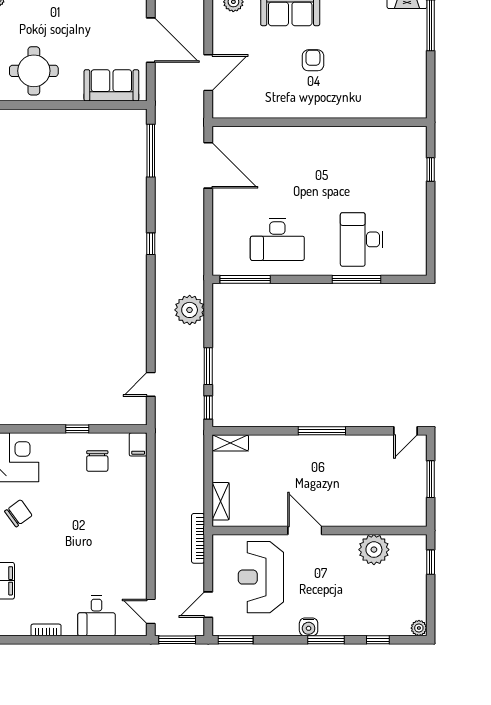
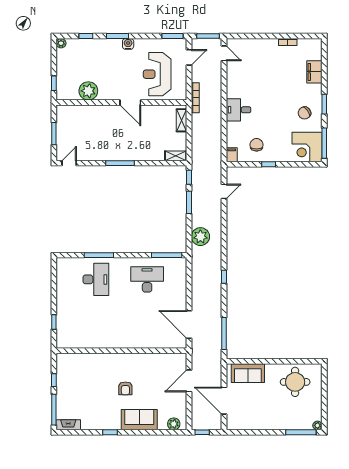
window: (431, 74) -> (54, 380), added
reception desk: (261, 577) -> (157, 74), turned 180
desk: (96, 616) -> (239, 110), moved, turned -90

